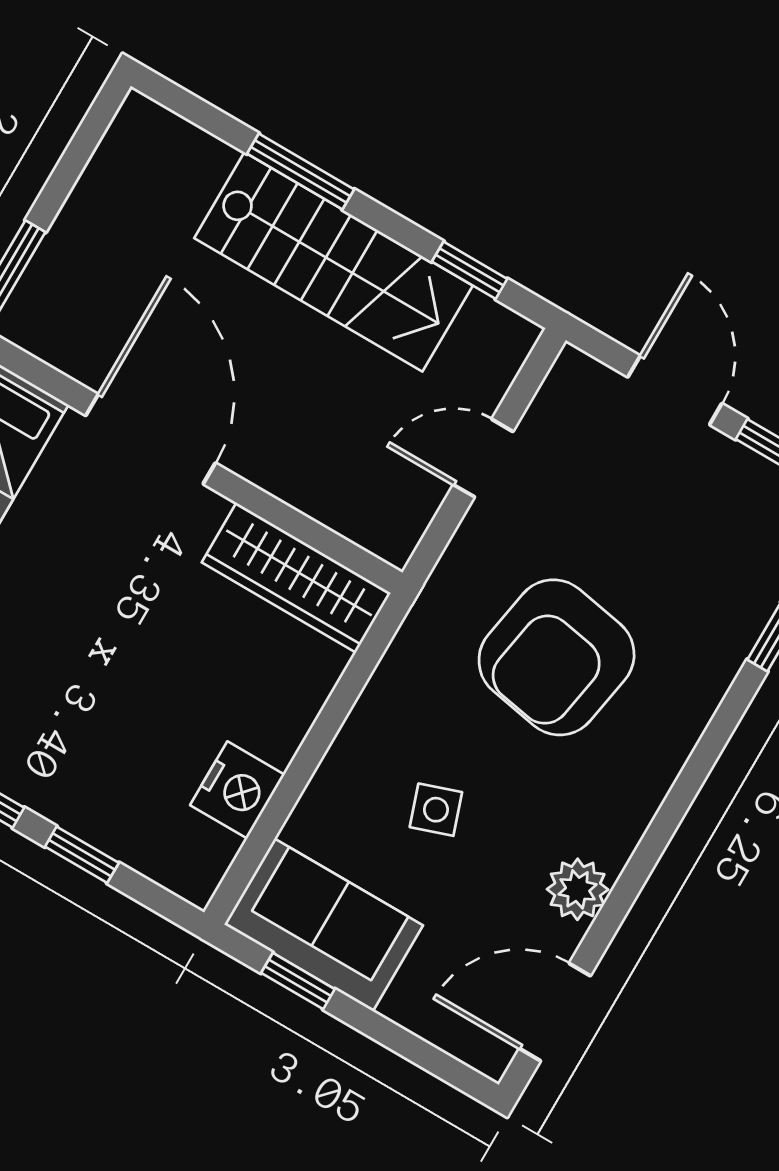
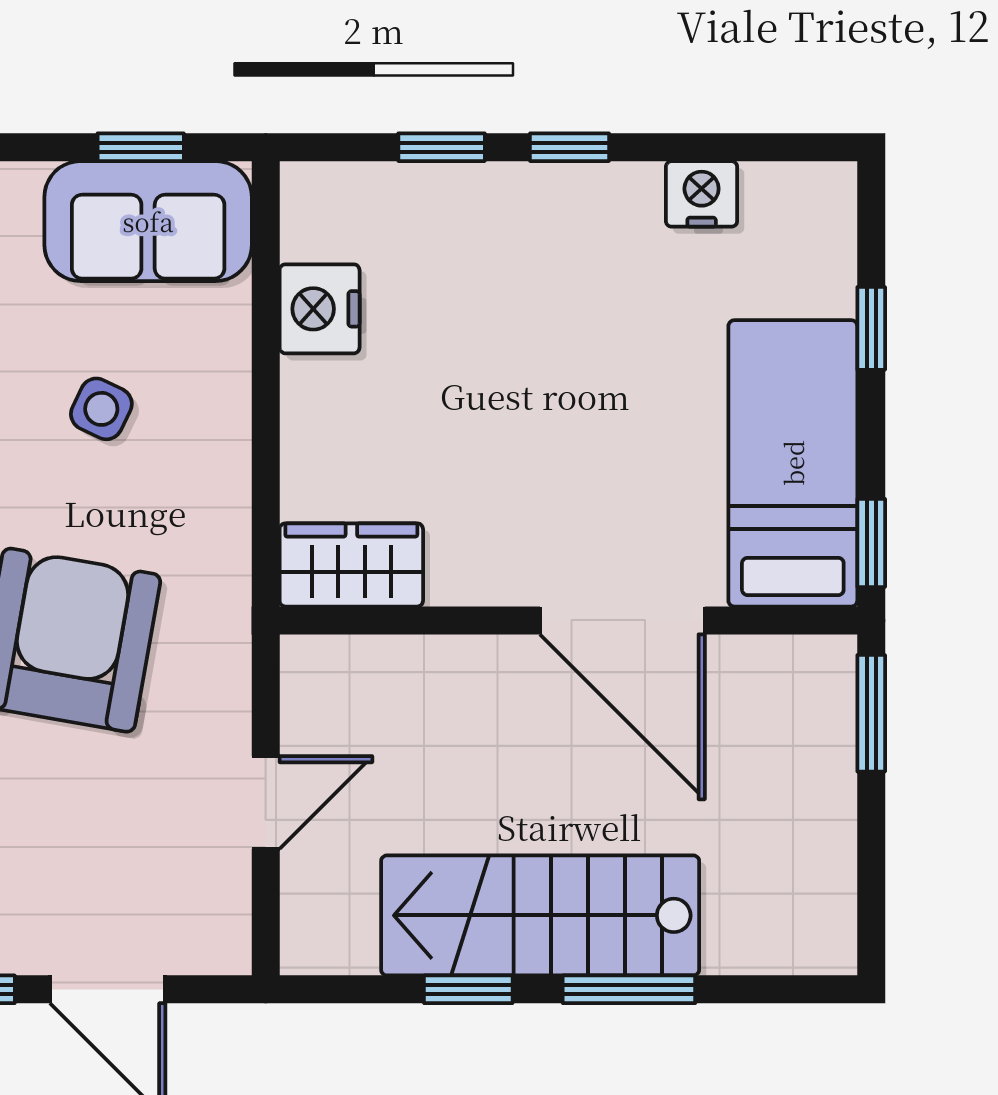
window: (470, 270) -> (468, 989), moved
wardrobe: (296, 578) -> (351, 565), width x0.67
side table: (436, 810) -> (101, 409), turned 45

